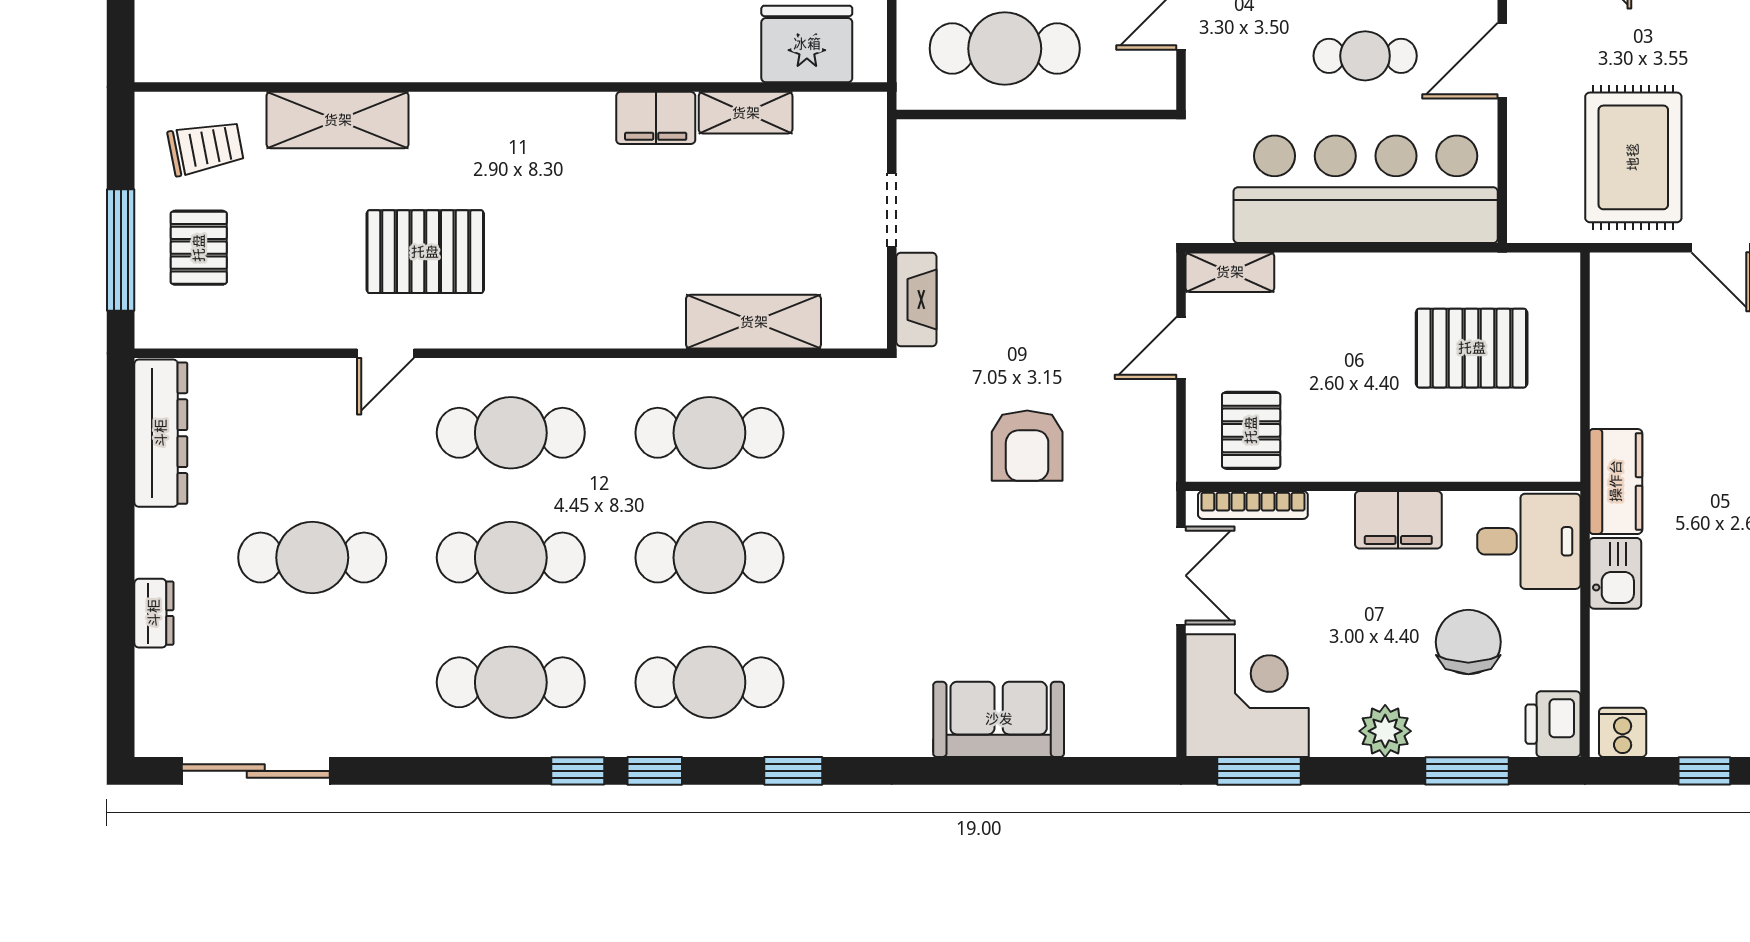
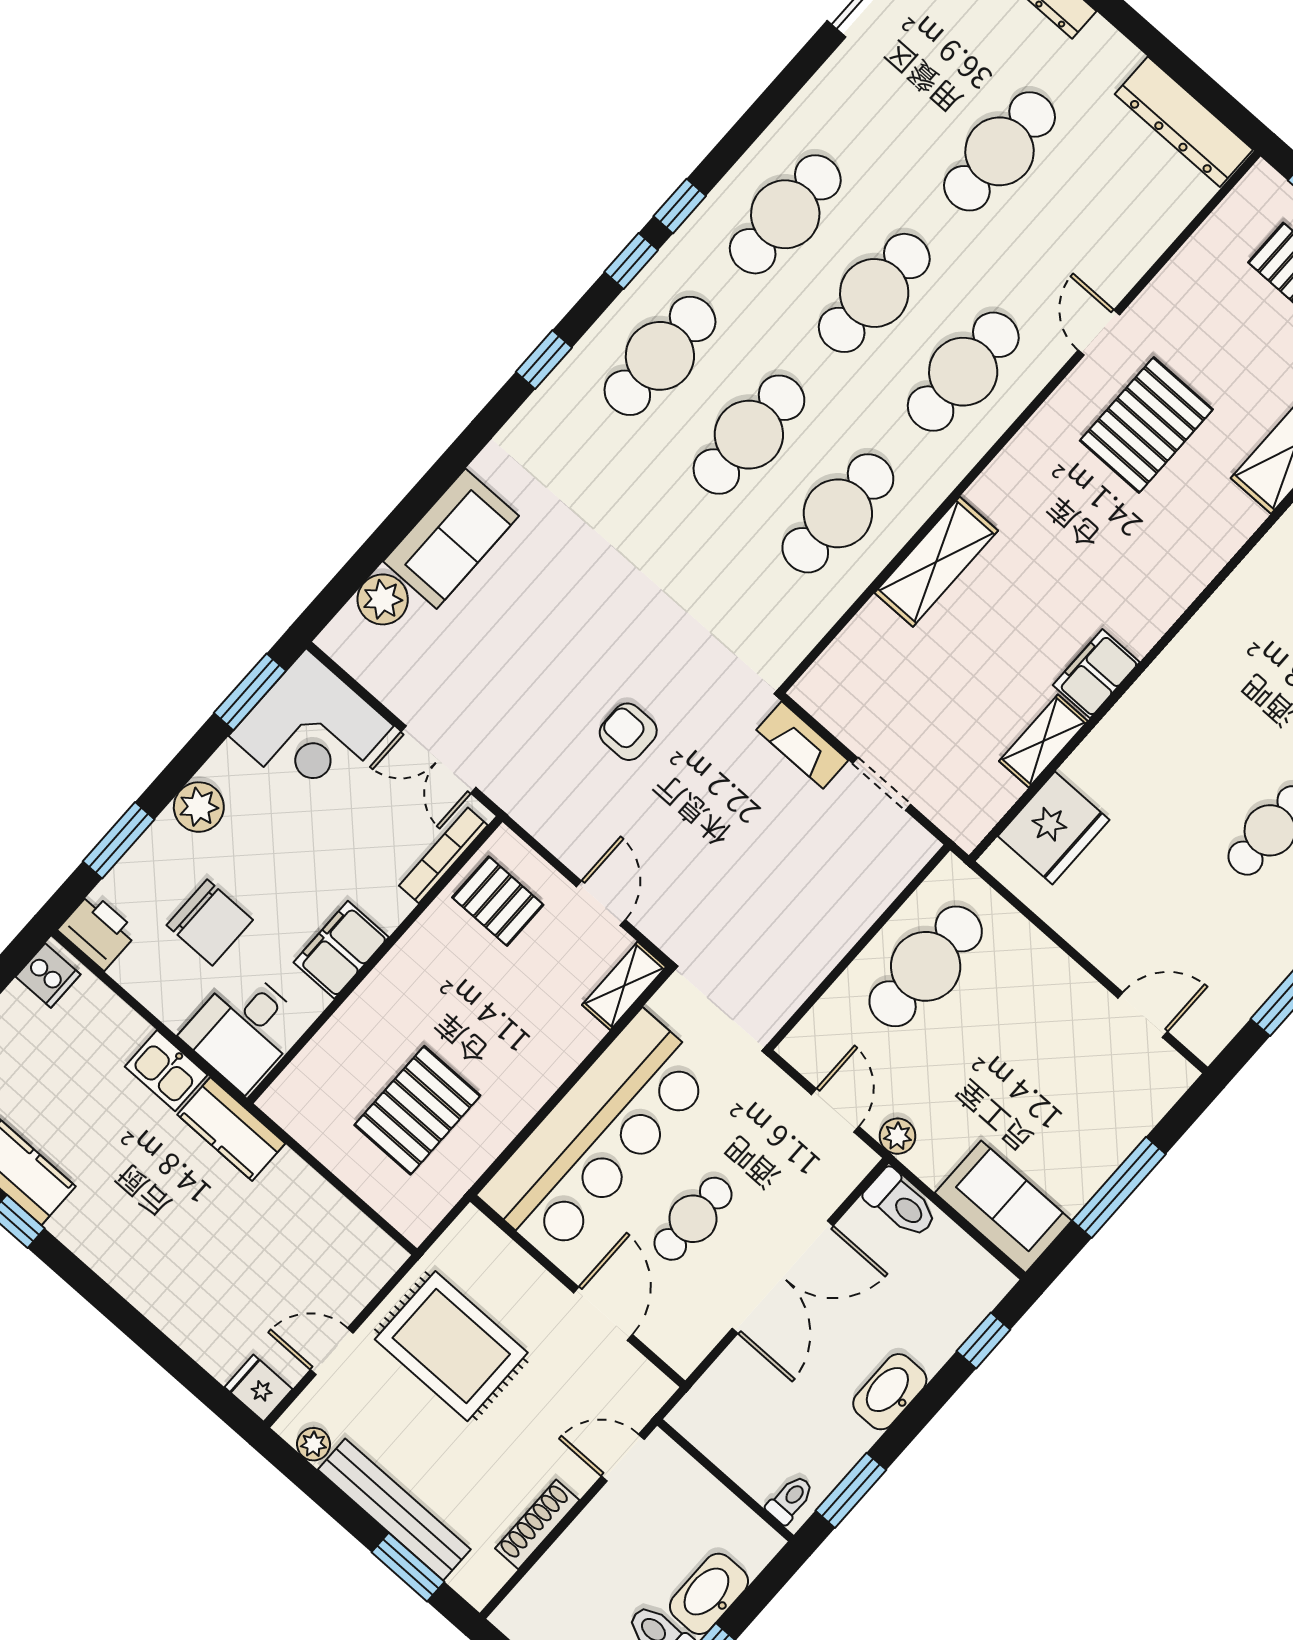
shelving: (754, 322) -> (936, 562), moved
armchair: (1027, 446) -> (628, 732), width x0.72, depth x0.72
plant: (1094, 731) -> (383, 599), added

